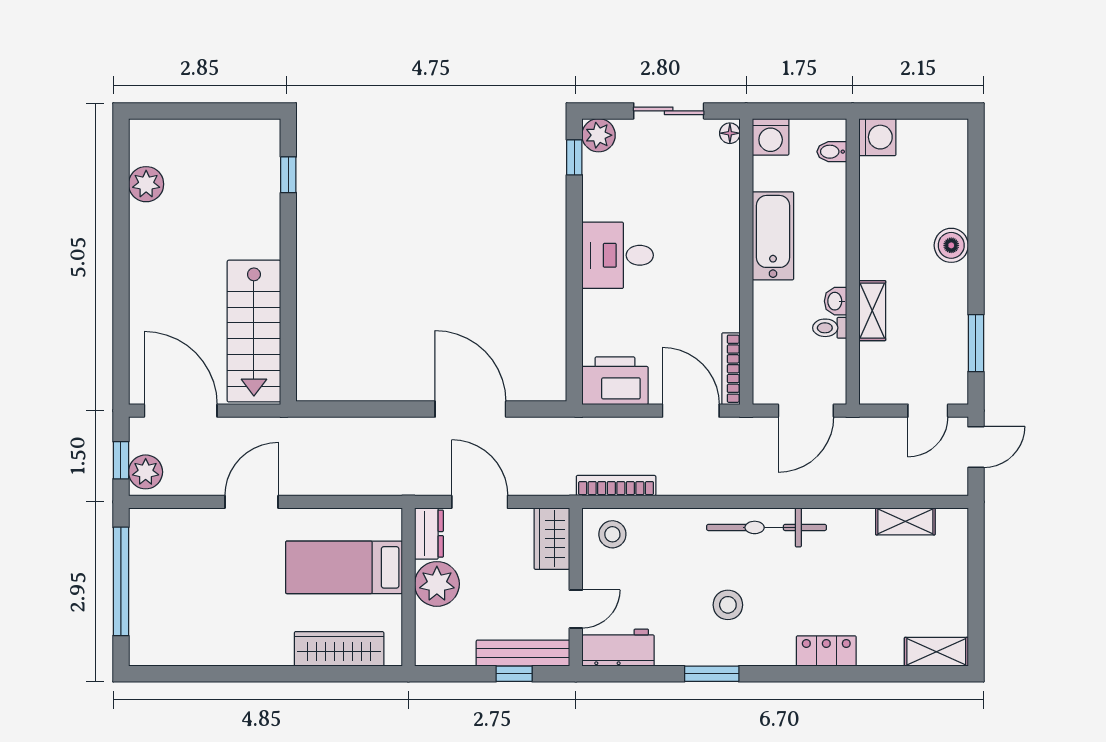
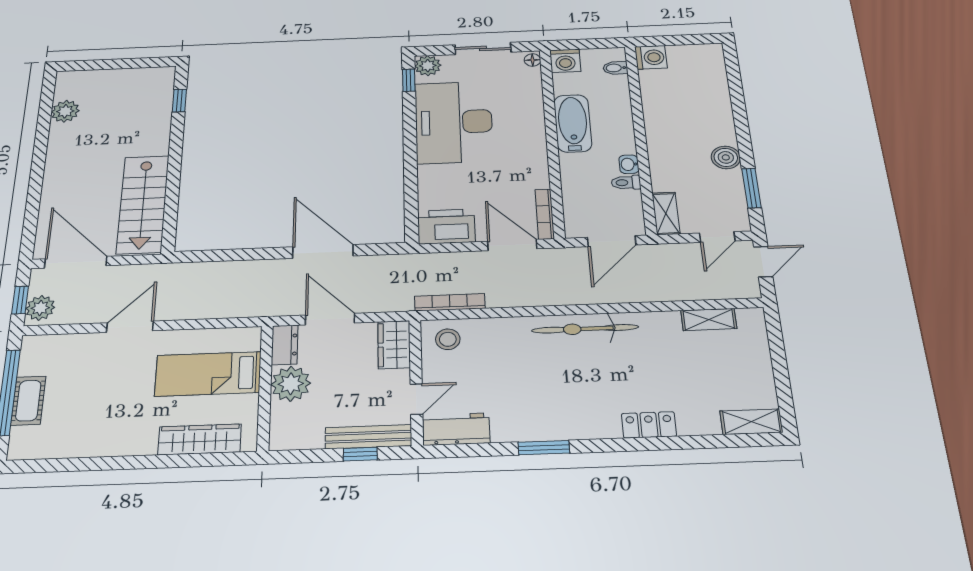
boiler: (951, 245) -> (726, 157), moved
desk: (618, 255) -> (454, 122), width x1.87, depth x1.30
shelving: (872, 311) -> (666, 213), moved
cot: (145, 593) -> (28, 401), added
stool: (728, 605) -> (555, 391), removed

